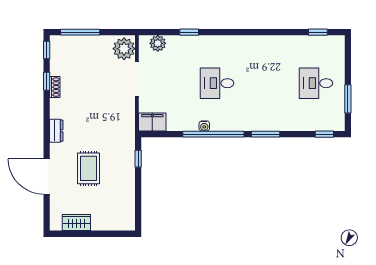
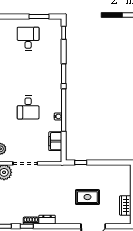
desk: (316, 83) -> (28, 39), turned 180
filing cabinet: (152, 122) -> (55, 141), moved
dresser: (56, 131) -> (47, 220), moved

